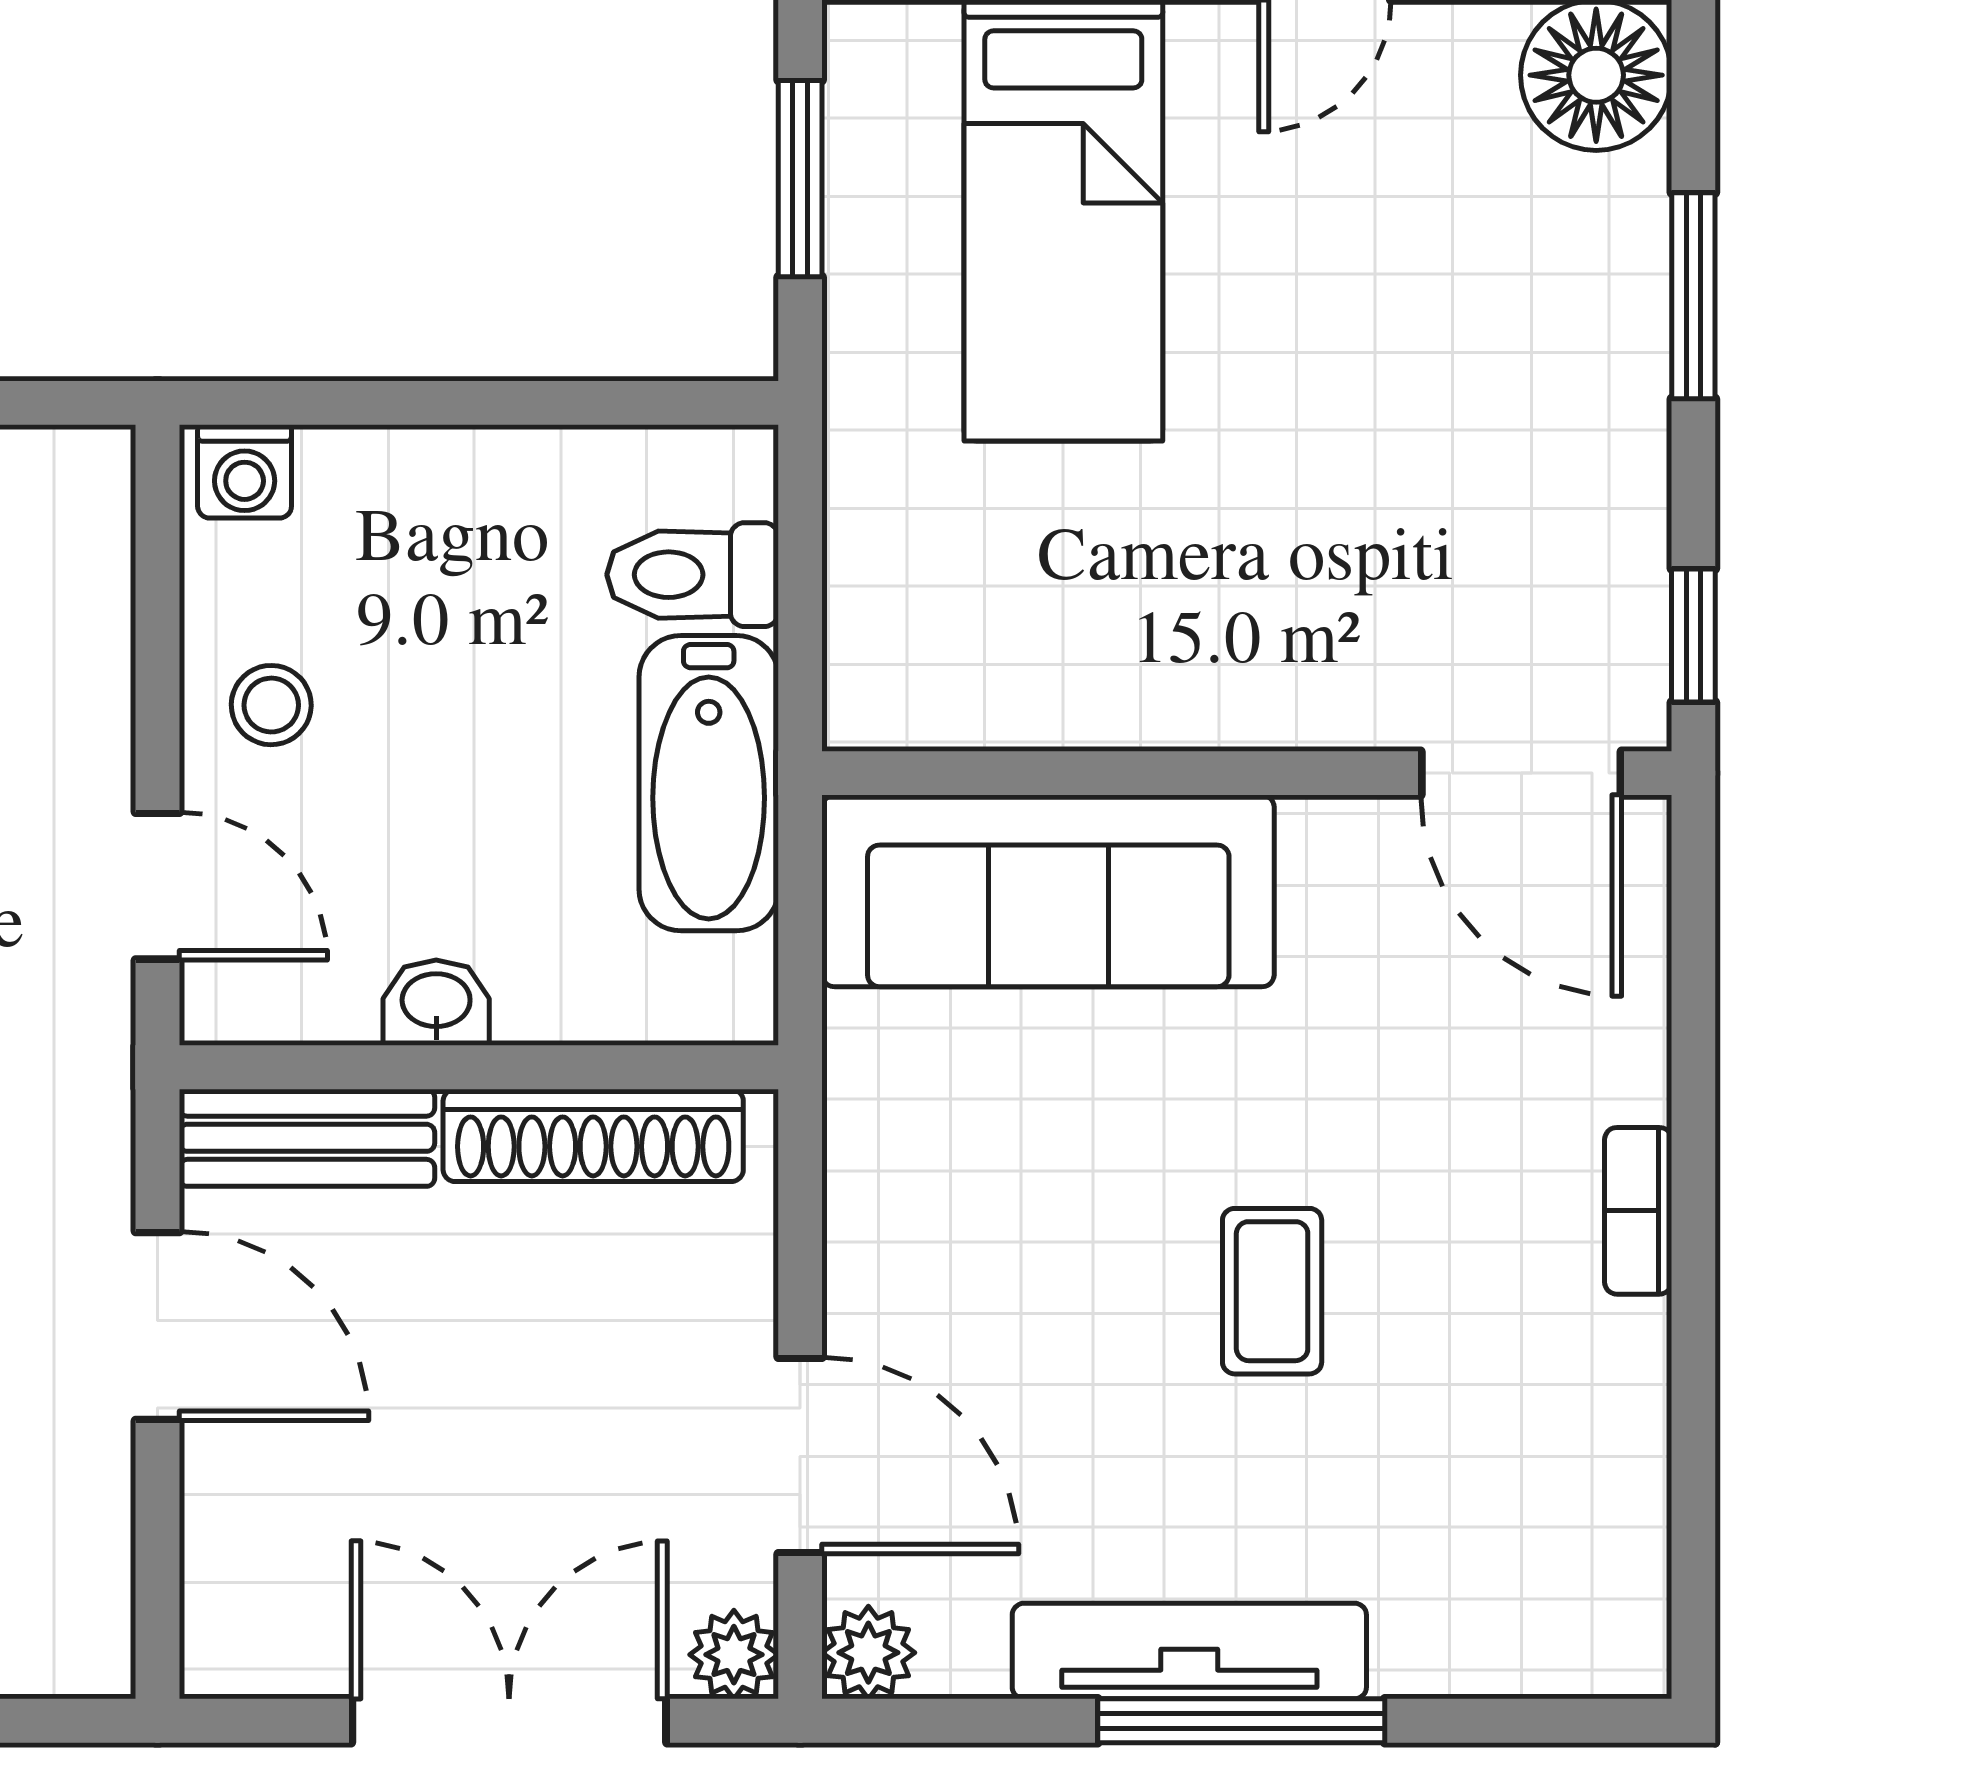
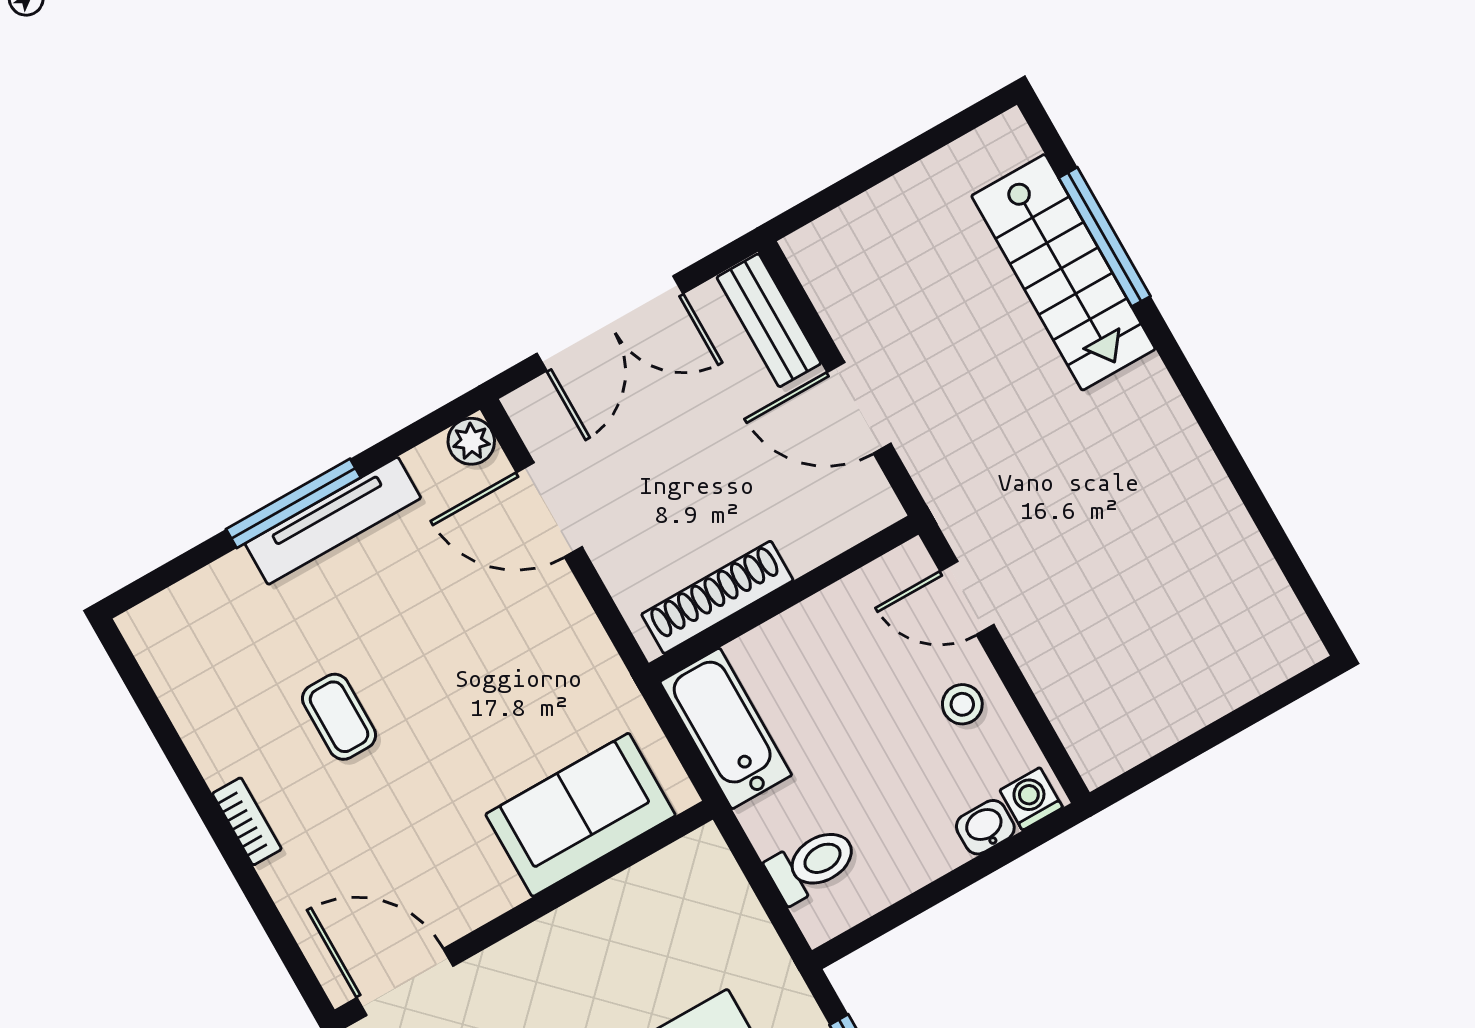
bathtub: (709, 783) -> (726, 728), moved
sofa: (1048, 891) -> (581, 815), width x0.73
washbasin: (436, 1003) -> (985, 827), moved, turned 180
bench: (307, 1138) -> (769, 320), moved, turned 90
coffee table: (1272, 1291) -> (339, 717), moved
plant: (734, 1655) -> (529, 407), removed

